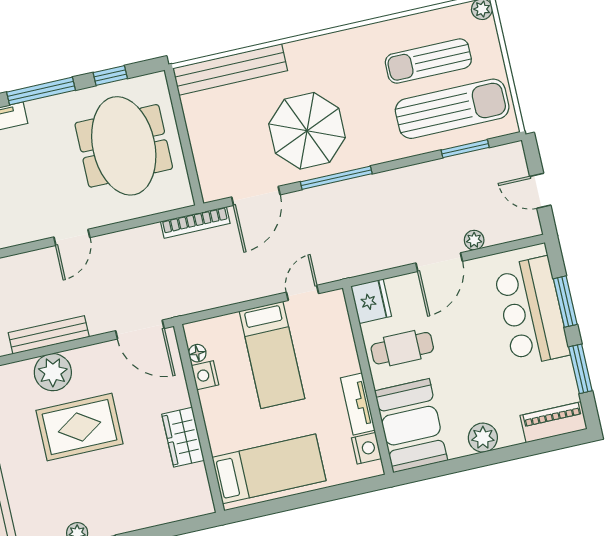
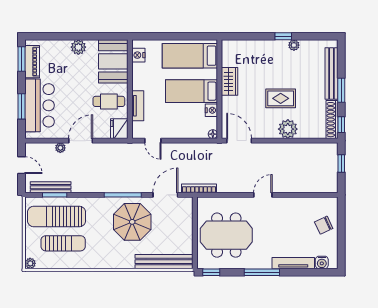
window: (110, 75) -> (211, 272), moved
meeting table: (124, 146) -> (226, 235), turned 90
door: (303, 293) -> (153, 141), hinge flipped
bench: (49, 335) -> (51, 187), moved
floor lamp: (197, 353) -> (213, 134), moved
bed: (272, 355) -> (192, 91), moved, turned -90
window: (580, 369) -> (21, 59), moved
tv unit: (358, 404) -> (138, 106), moved
piano: (554, 422) -> (32, 62), moved, turned -90
rug: (79, 427) -> (281, 98), width x0.73, depth x0.70

